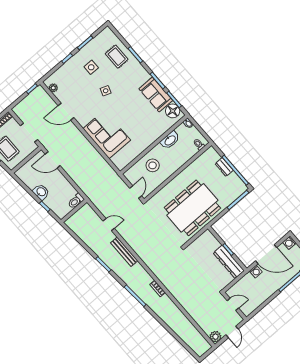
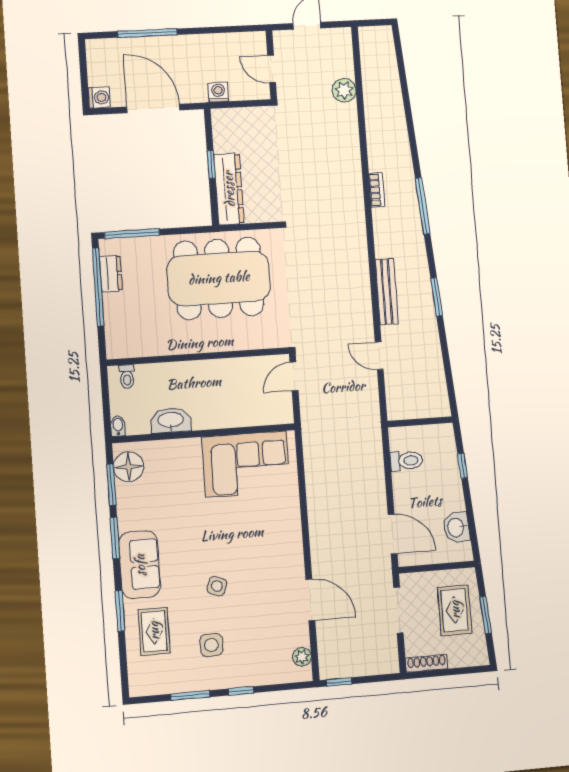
sofa: (156, 95) -> (140, 565), moved
corner sofa: (107, 134) -> (246, 464), moved, turned -90
stool: (153, 165) -> (232, 400), removed
dresser: (224, 167) -> (111, 274), moved
washbasin: (41, 192) -> (456, 528), moved
toilet: (76, 201) -> (406, 461), moved
dresser: (229, 262) -> (229, 189), moved
washing machine: (256, 271) -> (218, 92), moved
plant: (215, 337) -> (344, 90), moved

